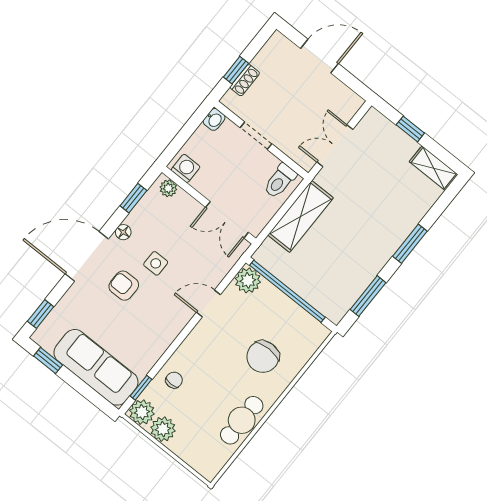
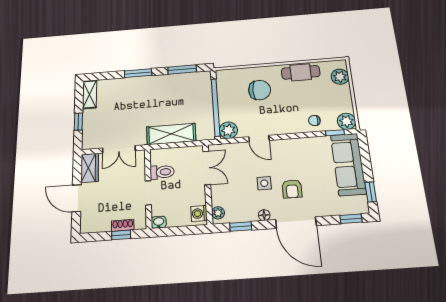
wardrobe: (342, 97) -> (90, 168), added
toilet: (280, 181) -> (162, 172), moved
plant: (163, 429) -> (340, 77), moved

